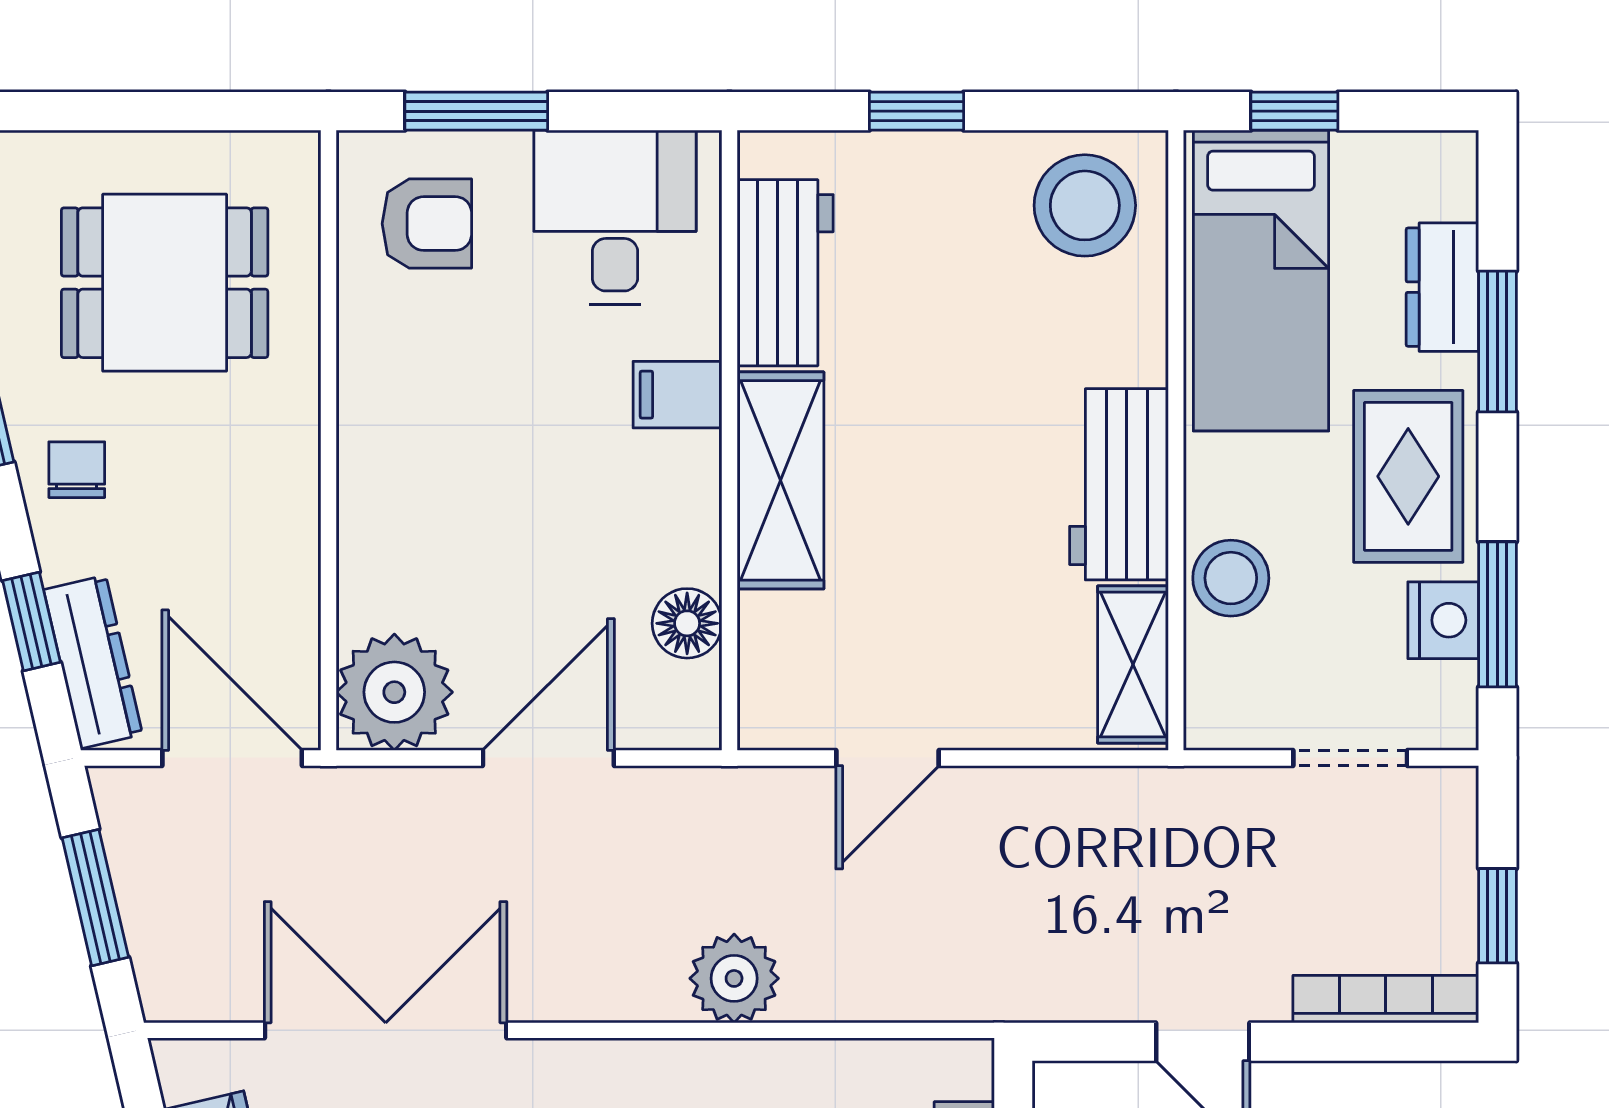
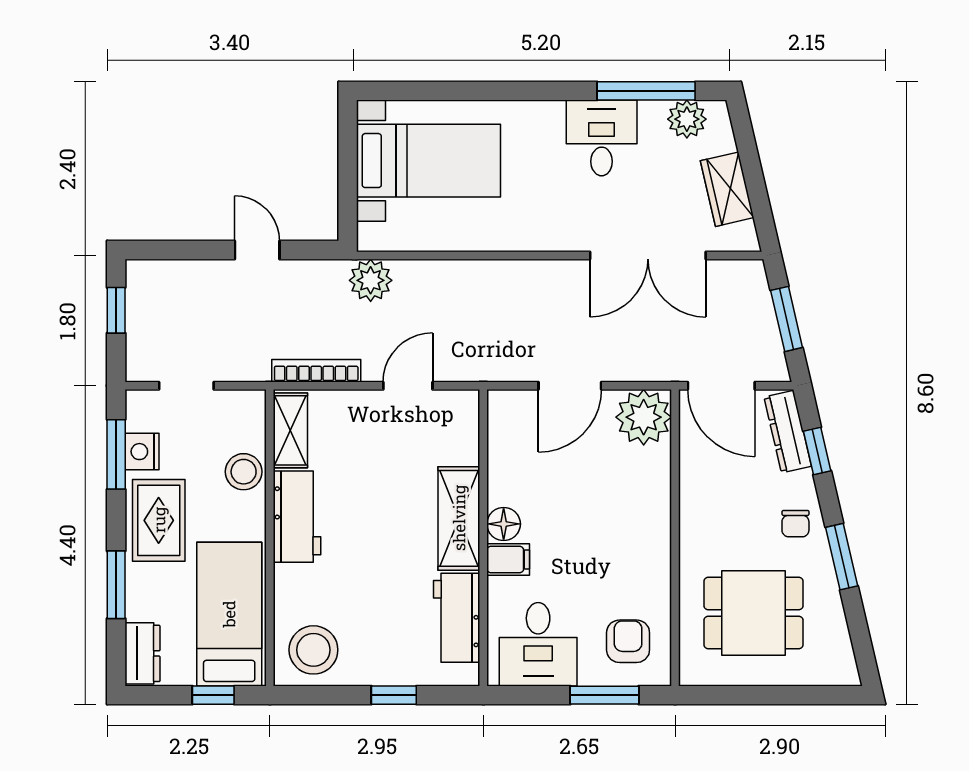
armchair: (427, 224) -> (628, 641), turned 90
dresser: (1442, 287) -> (142, 653), moved
floor lamp: (687, 623) -> (504, 524), moved
plant: (734, 978) -> (371, 280), moved
bookcase: (1386, 999) -> (316, 371), moved, turned 180

